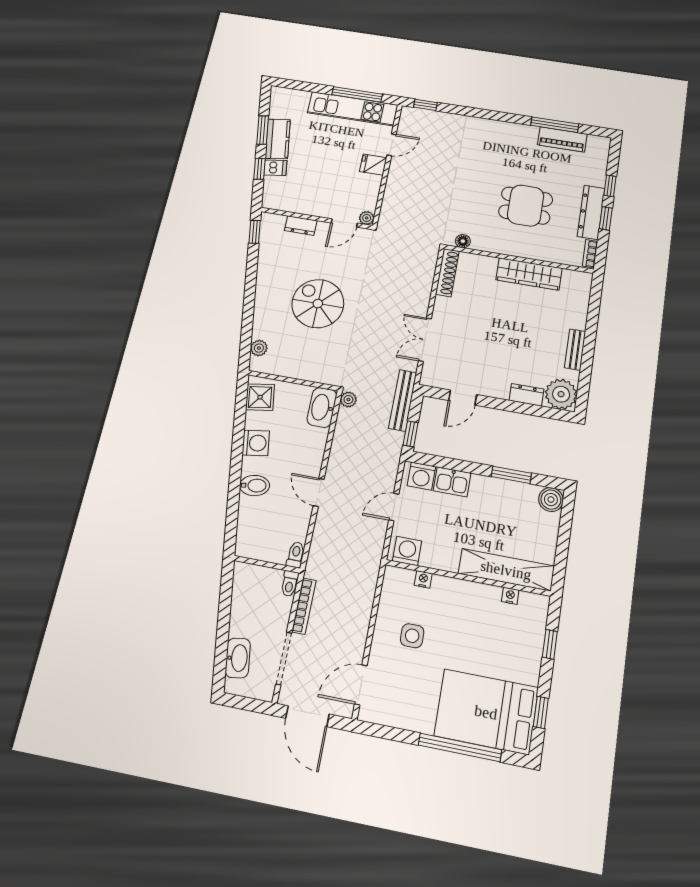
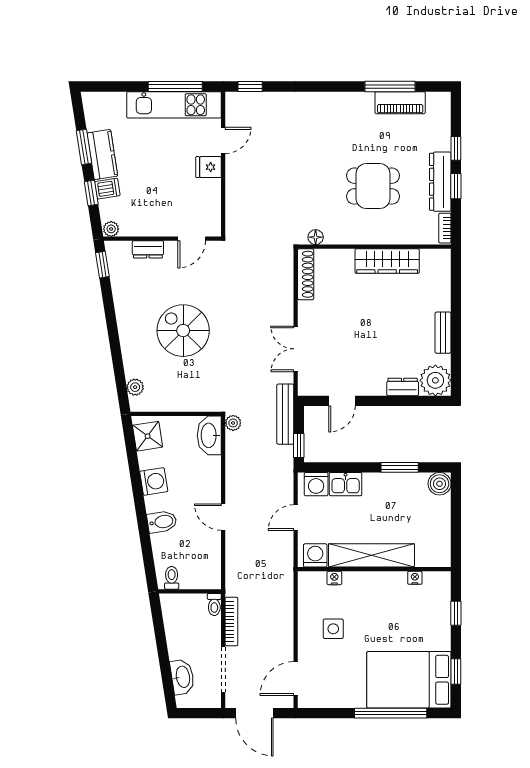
plant: (367, 218) -> (111, 229), moved
toilet: (296, 555) -> (172, 578), moved
shelving: (506, 570) -> (371, 555), moved

